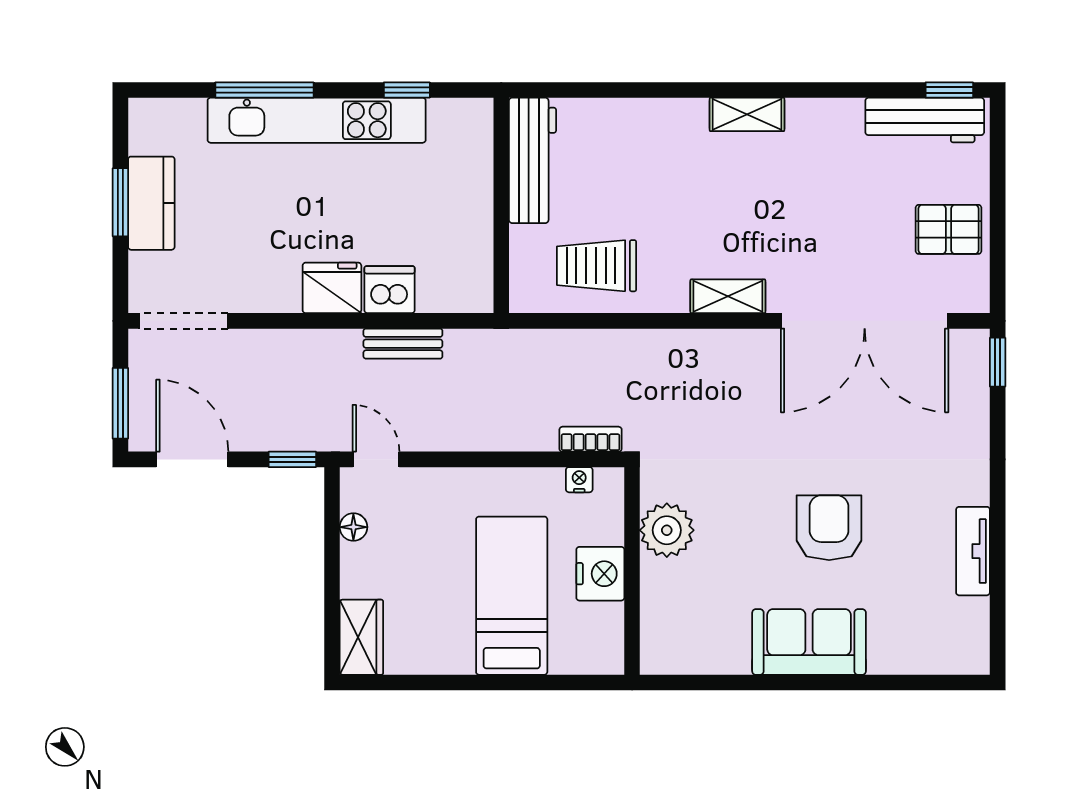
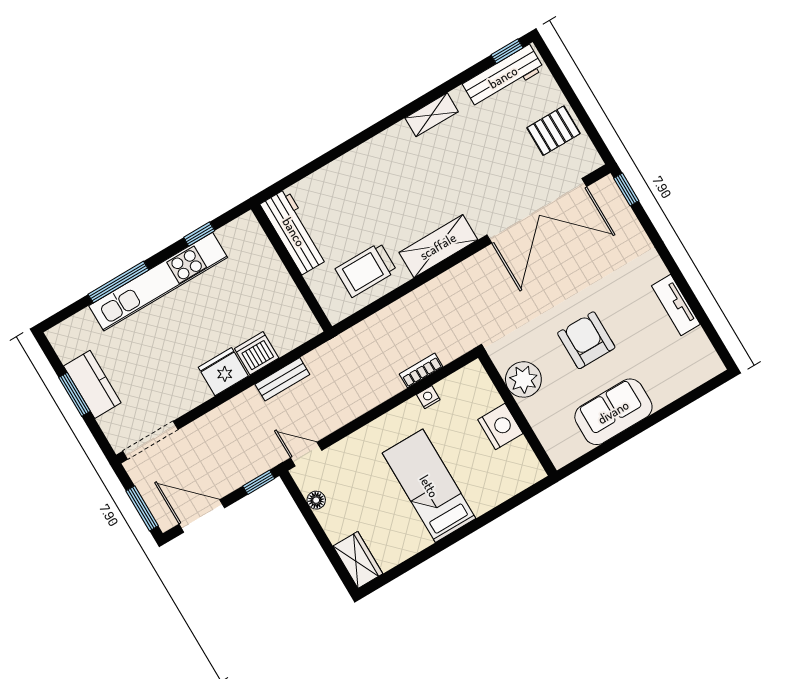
shelving: (747, 114) -> (432, 115), moved
shelving: (728, 296) -> (438, 246), width x1.50, depth x1.33
plant: (667, 530) -> (523, 379), moved
wall: (632, 571) -> (517, 414), moved
nightstand: (600, 574) -> (500, 427), moved

